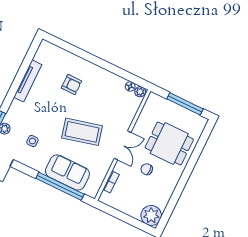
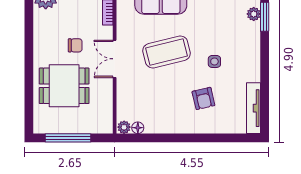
tv unit: (28, 81) -> (254, 108), moved
armchair: (71, 85) -> (203, 98), turned -103
side table: (32, 141) -> (214, 61), moved

